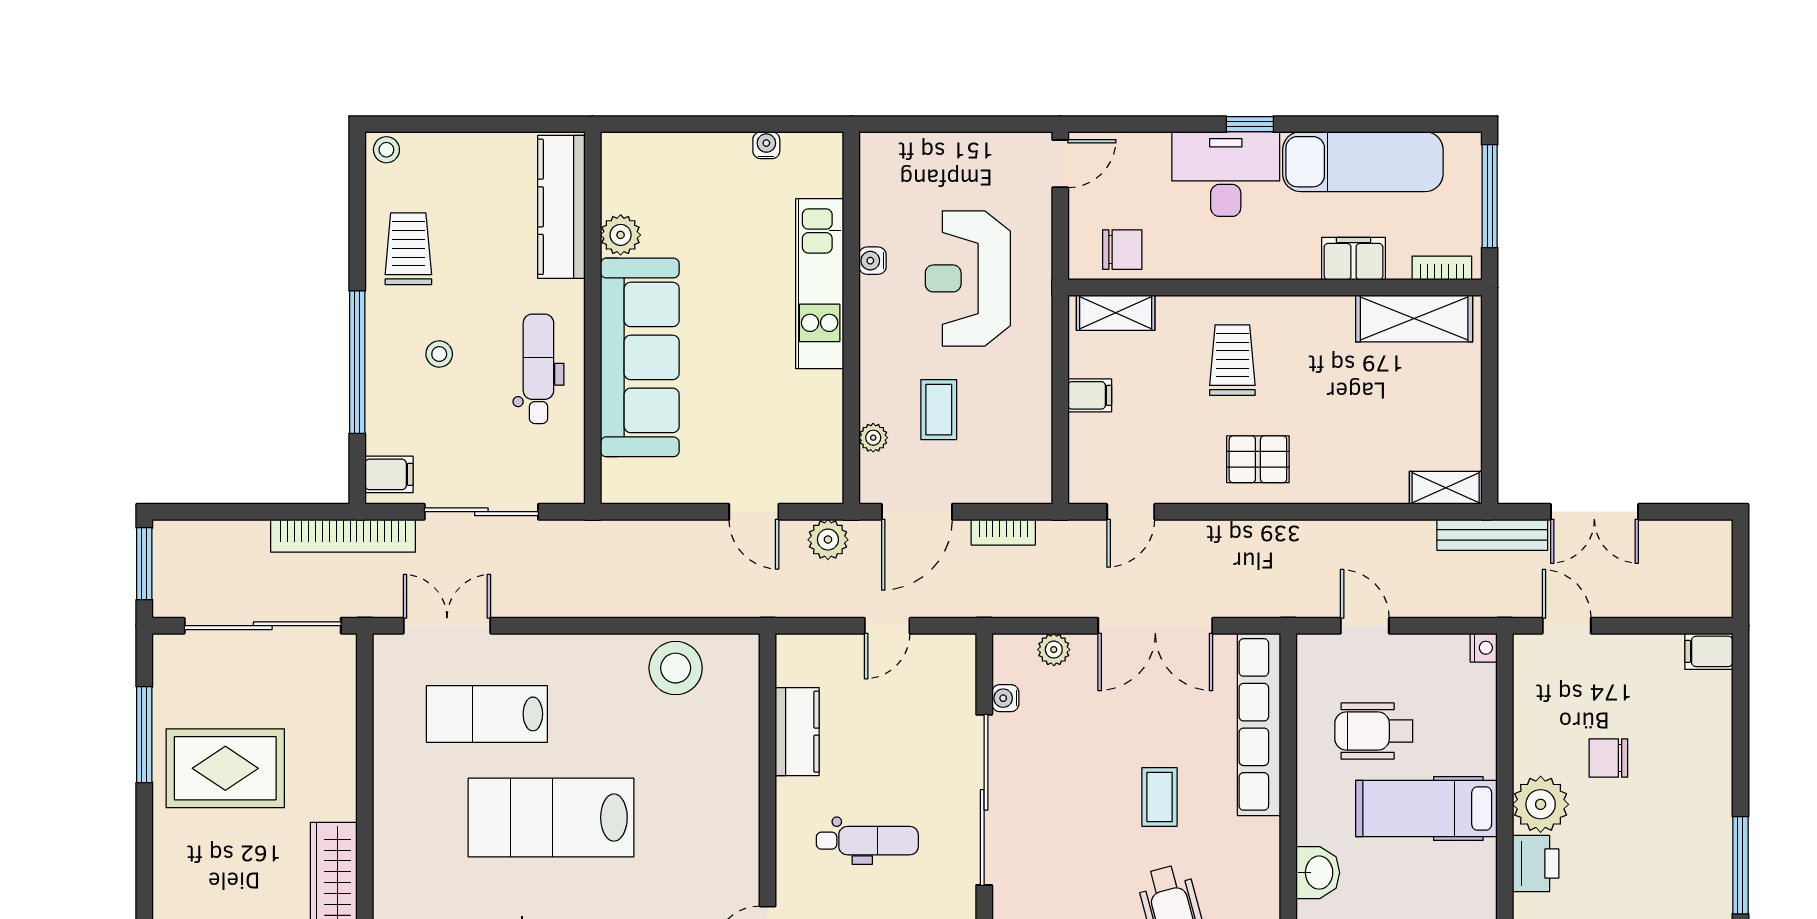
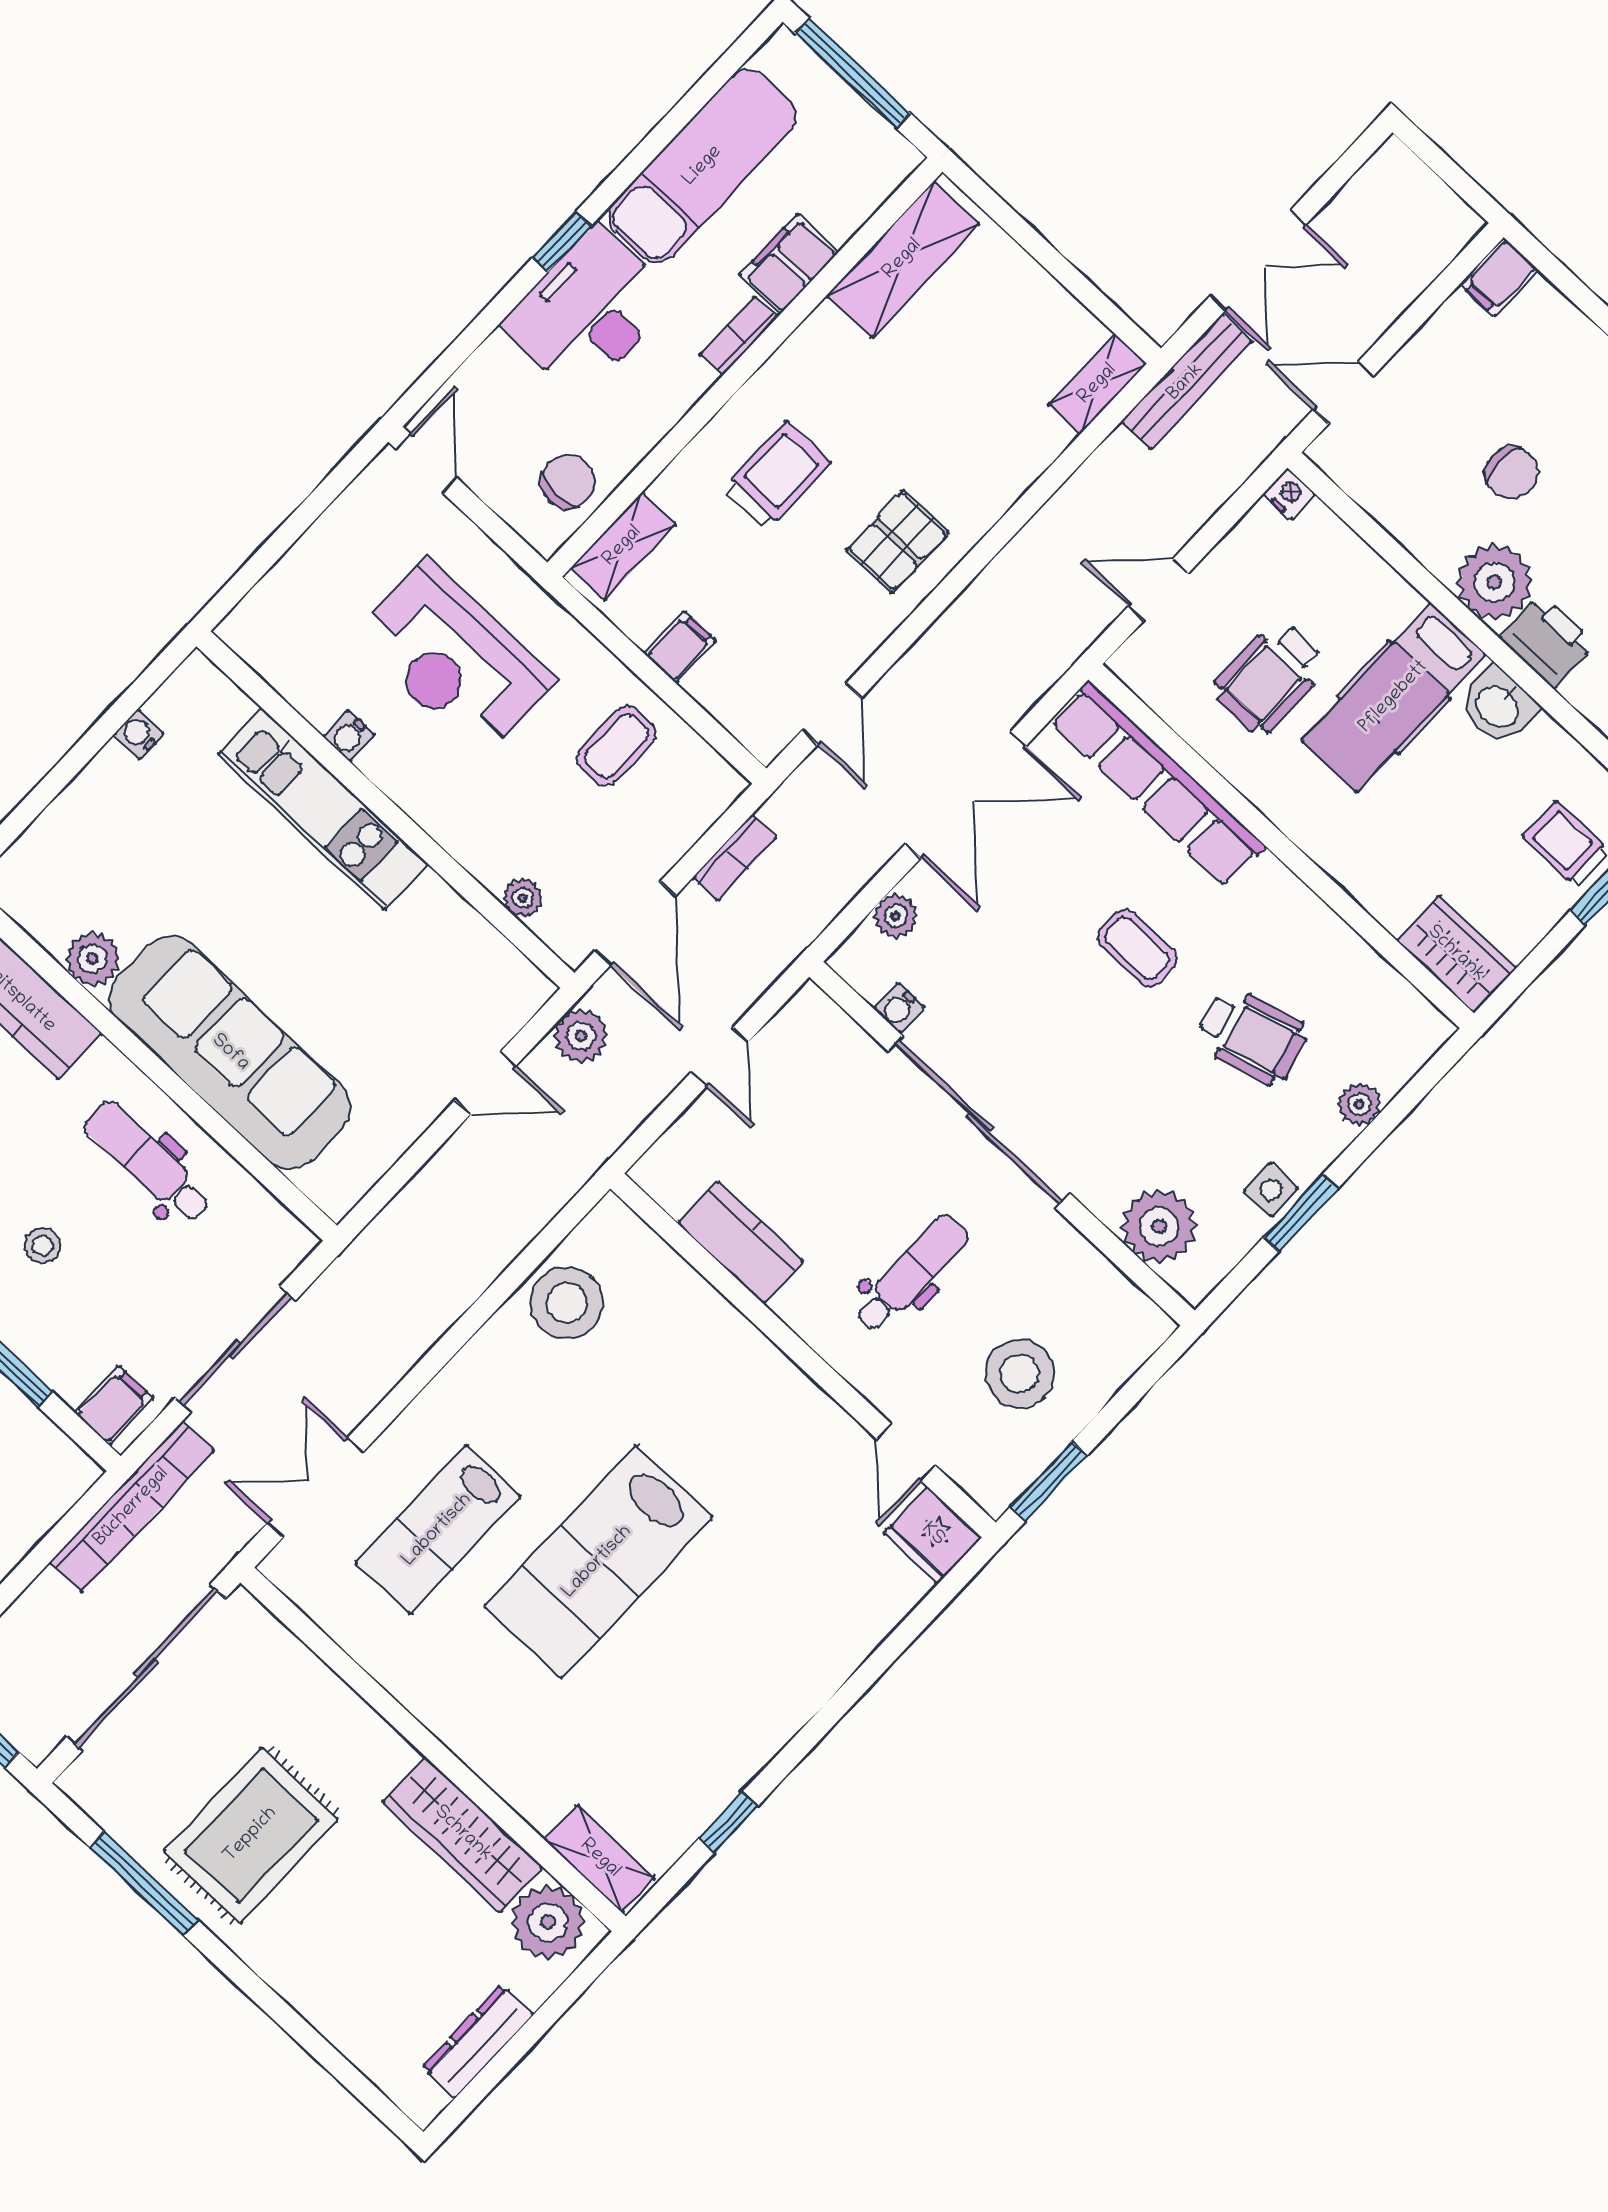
bookcase: (1442, 268) -> (739, 336), moved
trolley: (1232, 360) -> (777, 475), turned 90
coffee table: (939, 410) -> (616, 746), moved, turned 90
chair: (1608, 758) -> (1511, 473), turned -90
washbasin: (1318, 873) -> (1498, 706), moved, turned 180

